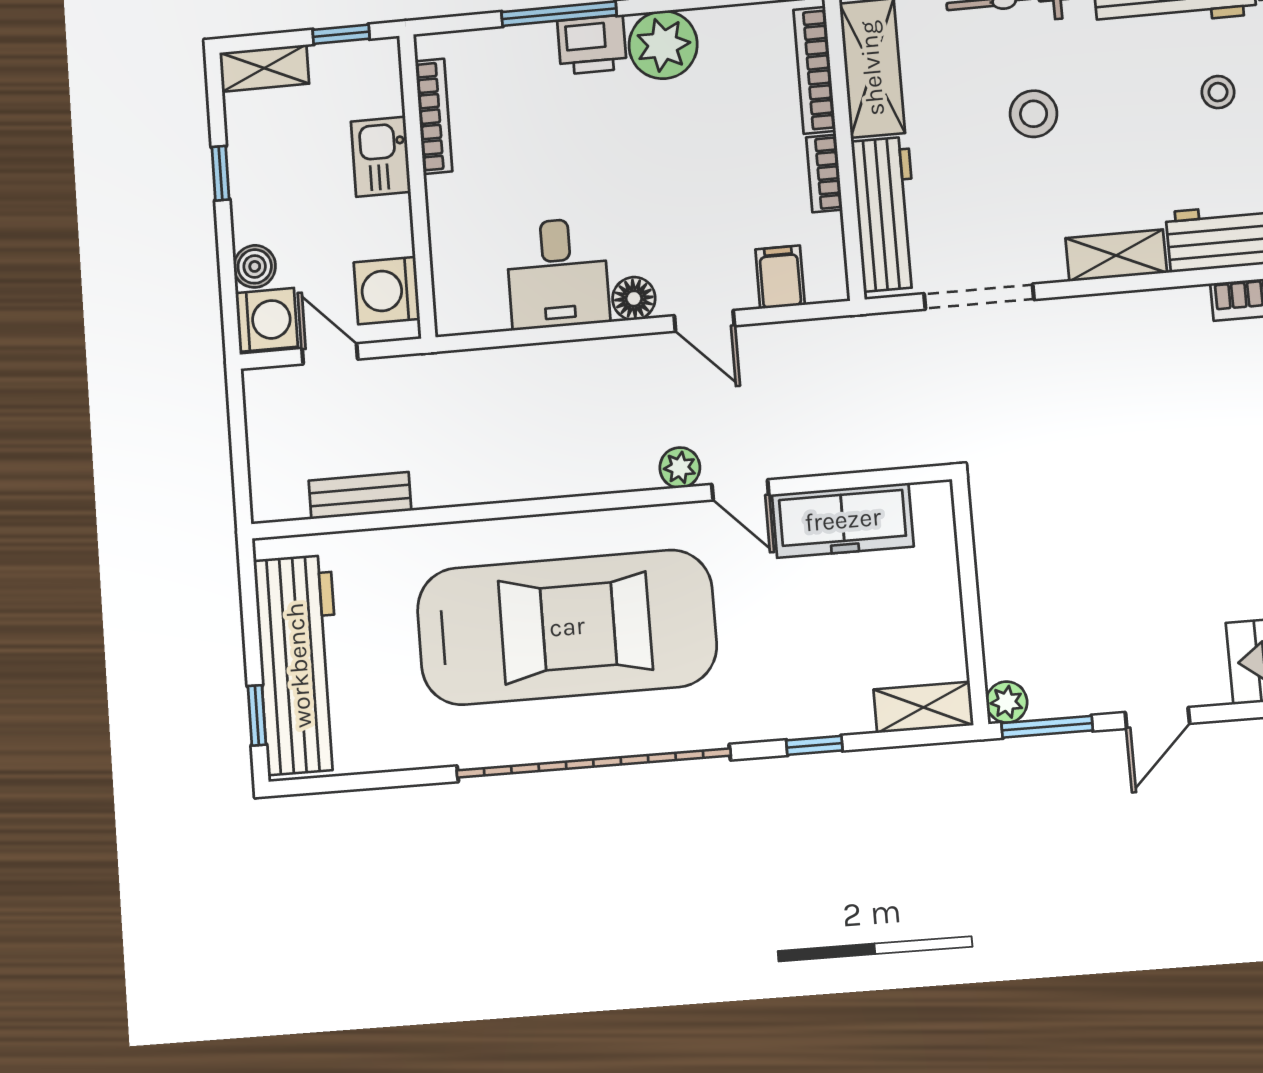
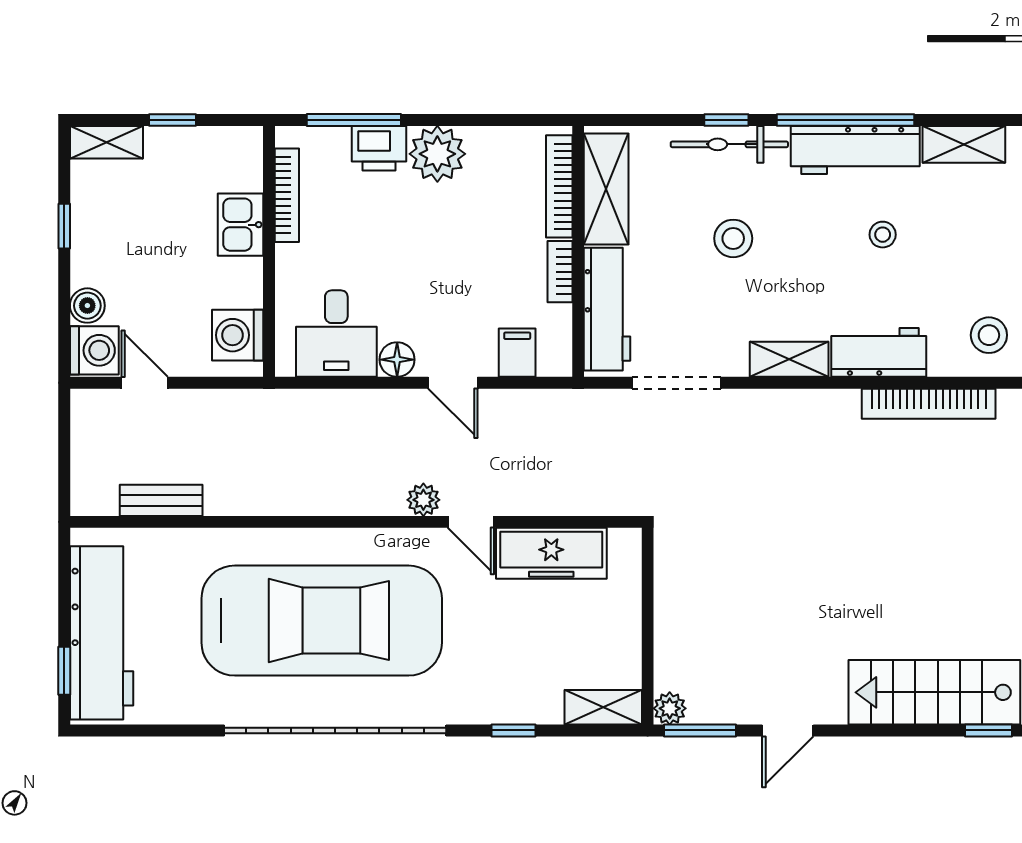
bookcase: (434, 116) -> (287, 195), moved
kitchen sink: (381, 157) -> (241, 225), moved
wall: (417, 186) -> (269, 251), moved
washing machine: (387, 291) -> (238, 335), moved

